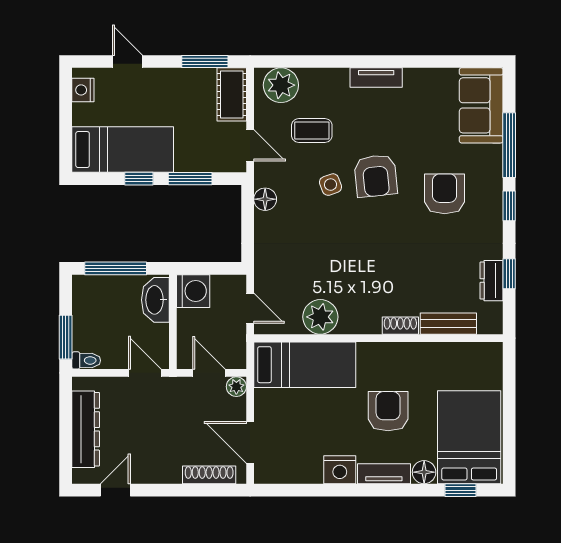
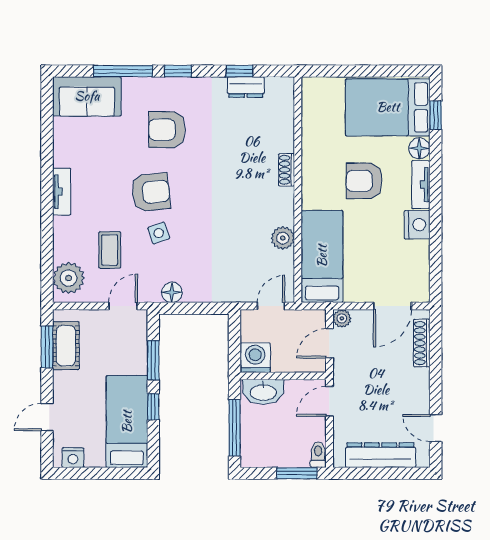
cot: (232, 94) -> (66, 346), moved, turned 90
plant: (320, 317) -> (283, 238), width x0.73, depth x0.73
bench: (448, 324) -> (285, 126), removed

